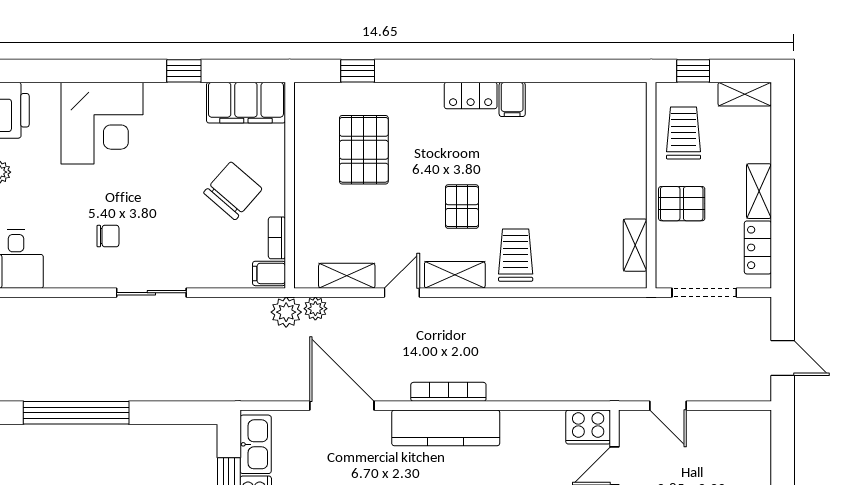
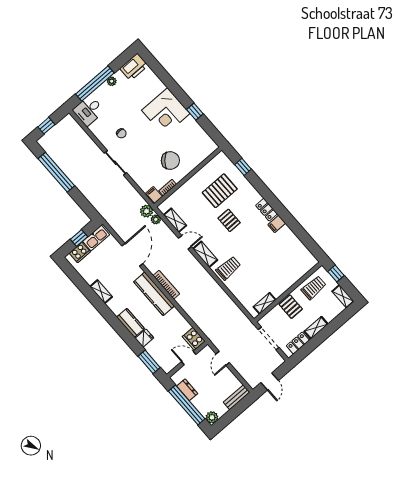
filing cabinet: (246, 103) -> (202, 140), removed
corner desk: (102, 123) -> (166, 112), moved
pallet: (462, 207) -> (229, 220), moved, turned 90
bench: (759, 441) -> (237, 397), added

